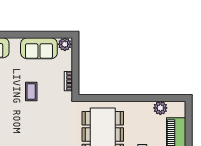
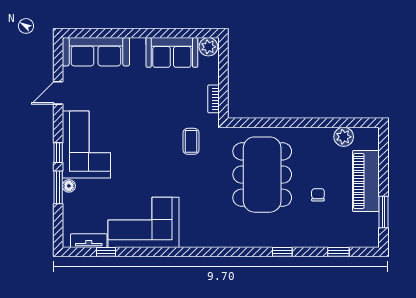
coffee table: (31, 91) -> (191, 141), moved

